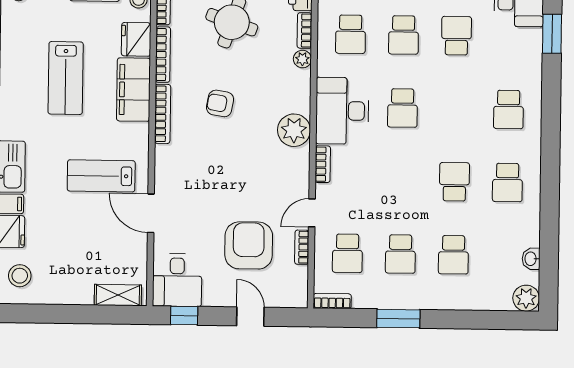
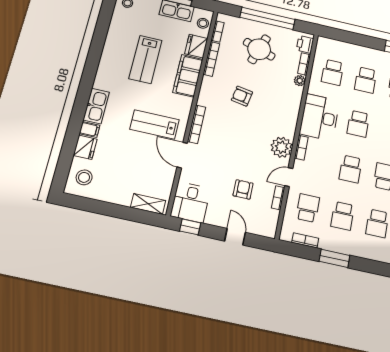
bookcase: (163, 114) -> (197, 124), moved
plant: (294, 130) -> (282, 147), moved
school desk: (401, 181) -> (350, 169), added
armchair: (249, 245) -> (243, 189), width x0.53, depth x0.53
school desk: (347, 253) -> (308, 208), turned 180
bookcase: (332, 301) -> (305, 240), moved

